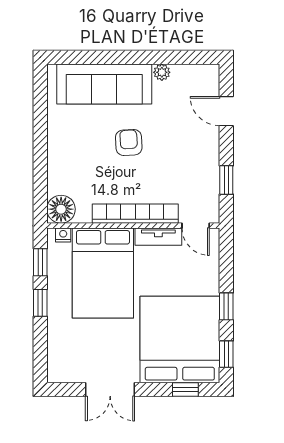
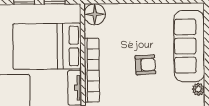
nightstand: (63, 235) -> (75, 16), removed

